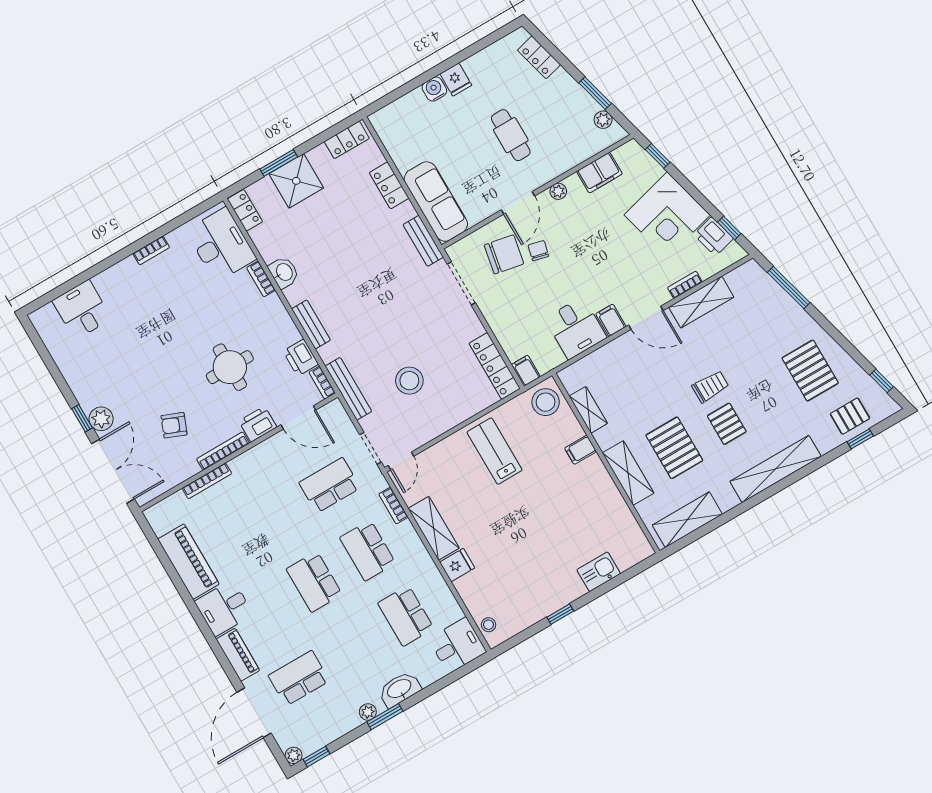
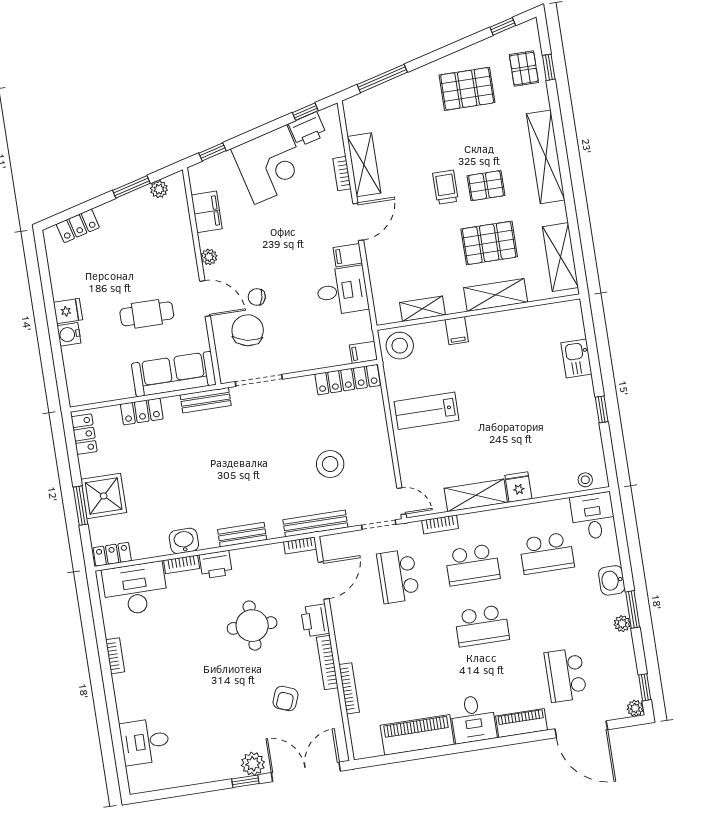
cafe table: (511, 135) -> (147, 314), moved
printer: (301, 358) -> (216, 565), moved
washbasin: (400, 689) -> (612, 580), width x0.72

